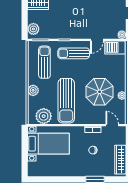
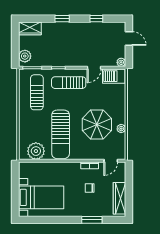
plant: (33, 90) -> (24, 123), removed
door: (112, 125) -> (111, 161), swing flipped
bed with nightstands: (48, 144) -> (41, 197), moved

